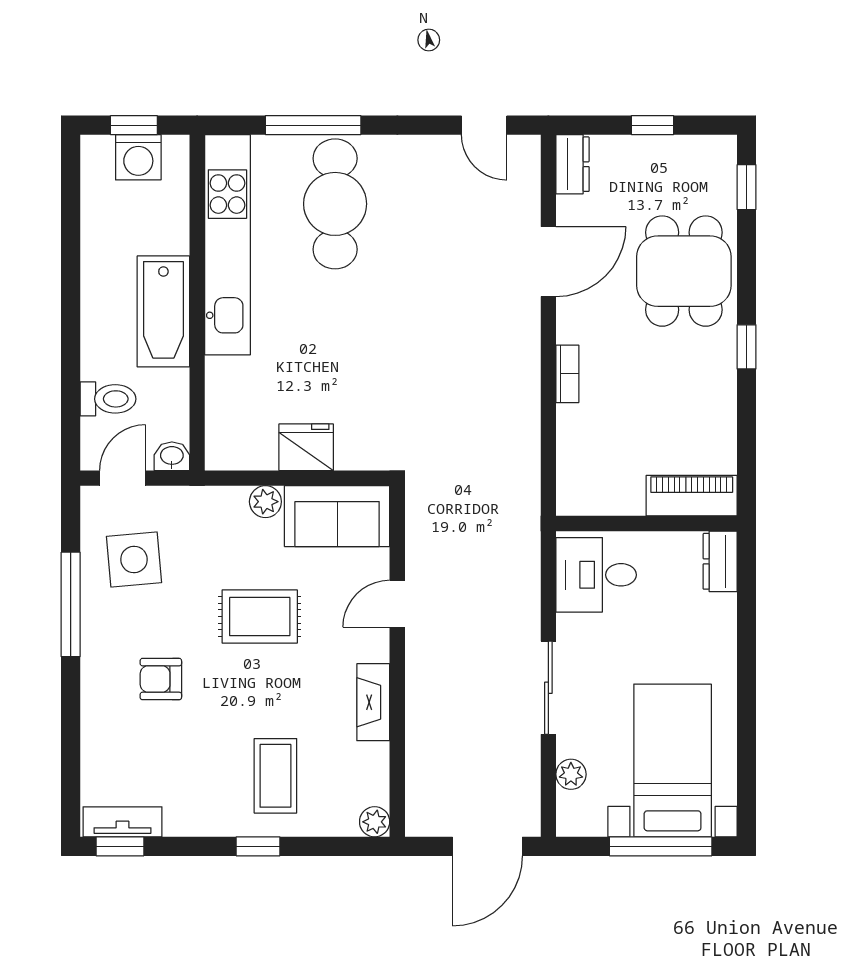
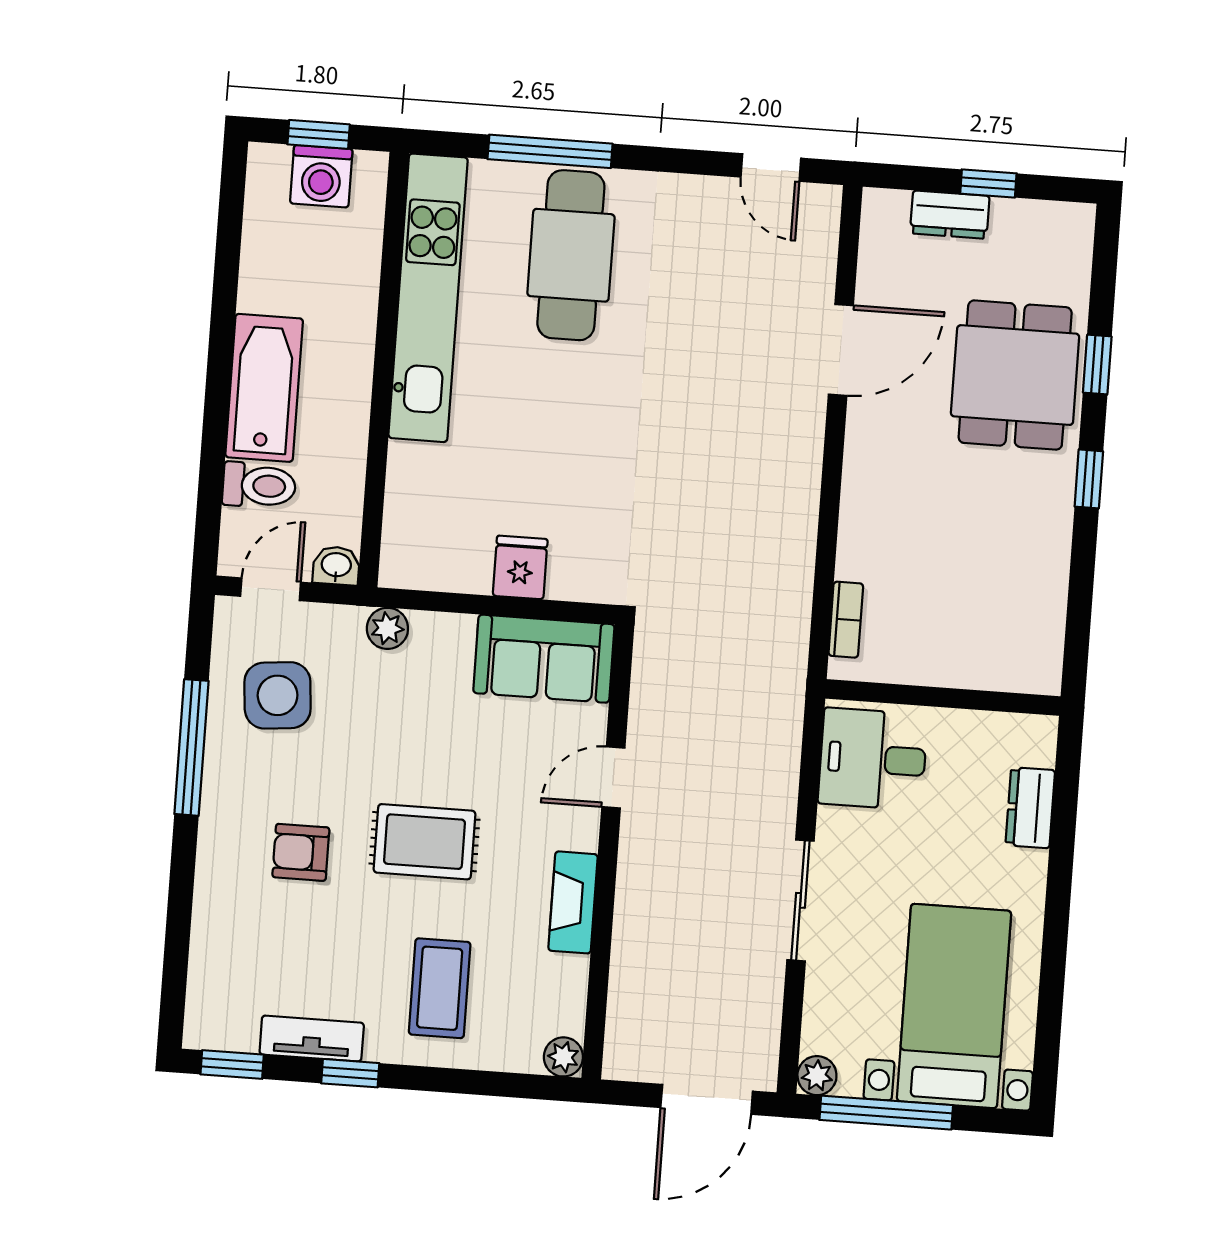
dresser: (573, 164) -> (950, 215), moved, turned 90
window: (747, 187) -> (1097, 365), moved
bathtub: (163, 311) -> (264, 388), moved, turned 180
bookcase: (567, 374) -> (846, 620), moved
fridge: (306, 447) -> (520, 567), width x0.72
piano: (692, 496) -> (1004, 666), removed
plant: (265, 502) -> (387, 628), moved
dresser: (720, 561) -> (1030, 808), moved
rug: (260, 617) -> (424, 842), moved
plant: (571, 774) -> (817, 1076), moved
tv unit: (123, 822) -> (312, 1039), moved
window: (258, 846) -> (350, 1073), moved
window: (661, 846) -> (886, 1113), moved

